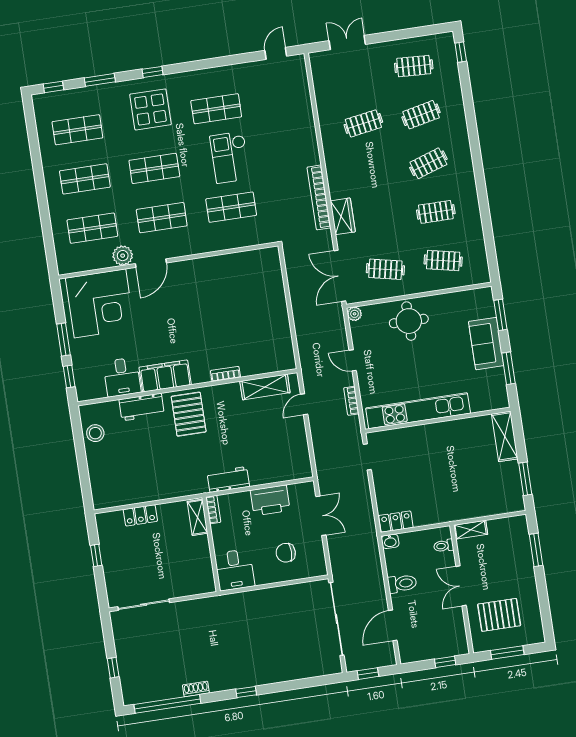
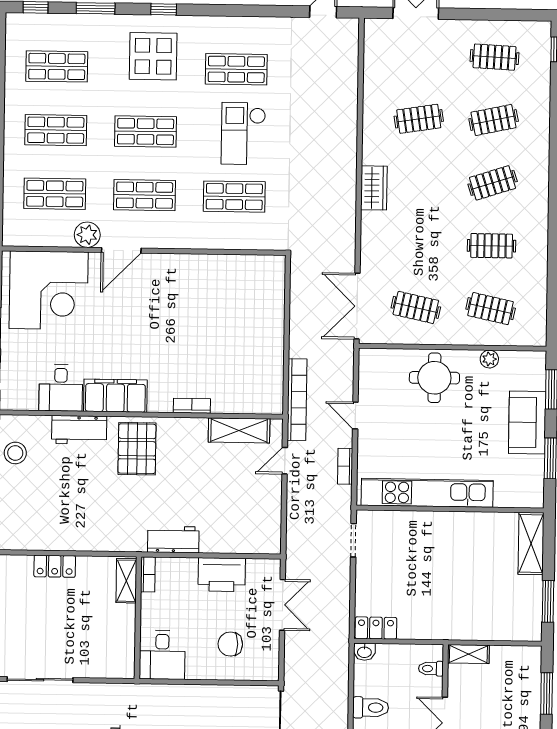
bookcase: (319, 197) -> (297, 400), moved, turned 180
wardrobe: (343, 216) -> (374, 188), moved
plant: (354, 314) -> (489, 359), moved

